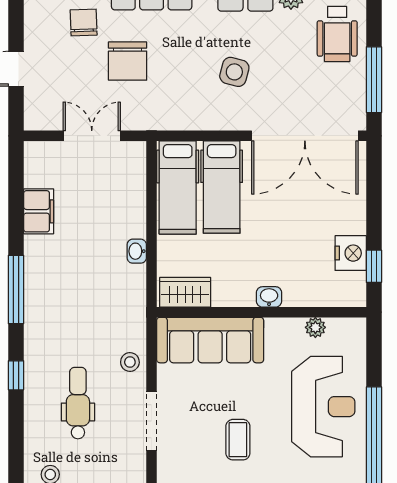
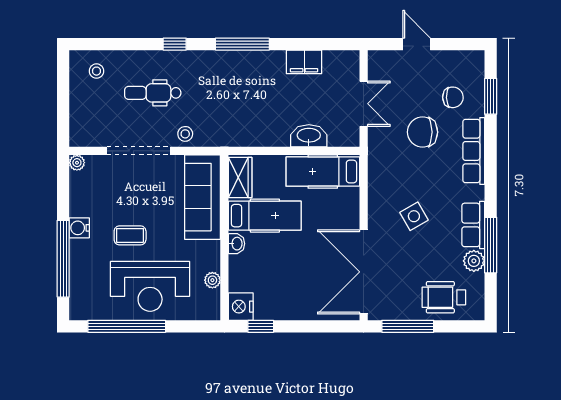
side table: (234, 72) -> (414, 216), turned 45
hospital bed: (222, 187) -> (265, 216), moved, turned 180
washbasin: (137, 251) -> (309, 136), moved, width x1.91, depth x1.45
nightstand: (351, 253) -> (241, 307), moved, turned 90
dental chair: (78, 403) -> (153, 93), turned 180
doorway: (152, 421) -> (138, 151), width x1.36
coffee table: (238, 440) -> (130, 235), moved

